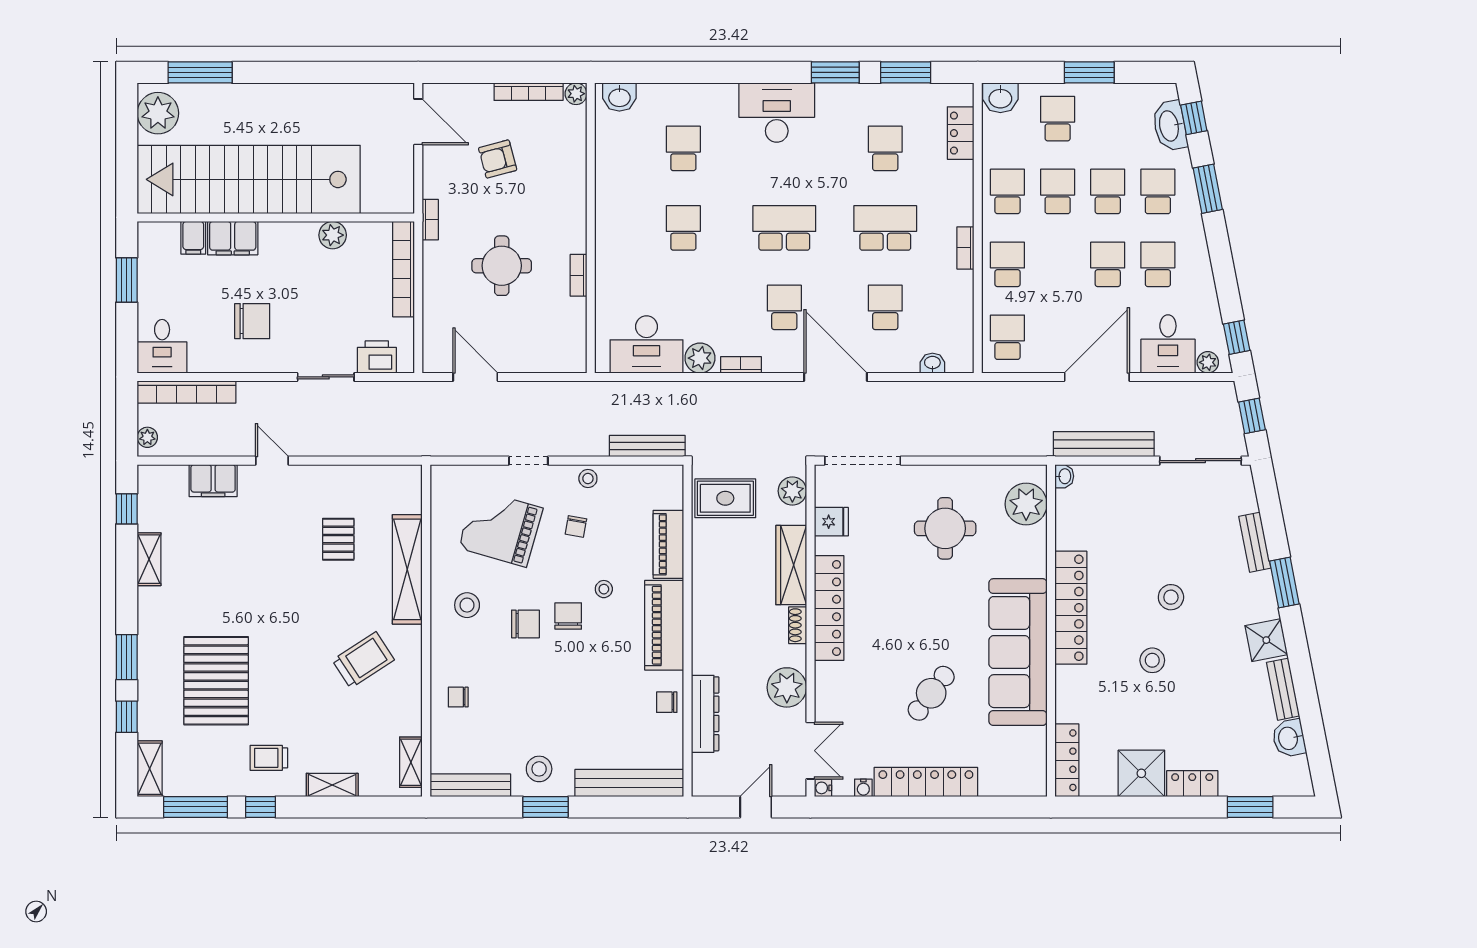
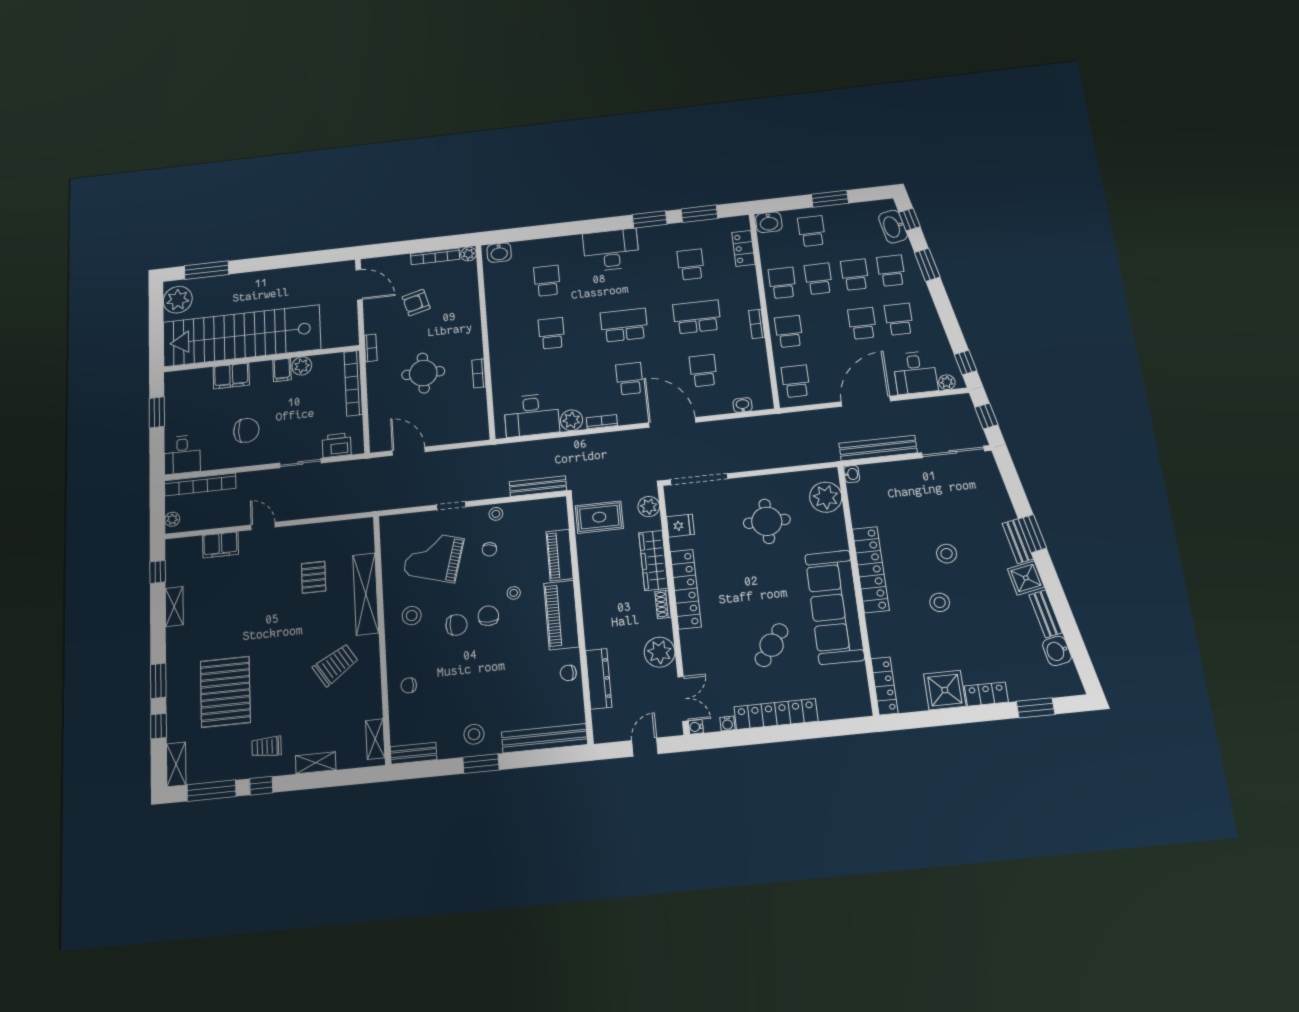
filing cabinet: (193, 238) -> (282, 370), moved
bench: (1255, 542) -> (1018, 541), moved
bench: (470, 785) -> (413, 753), width x0.73

